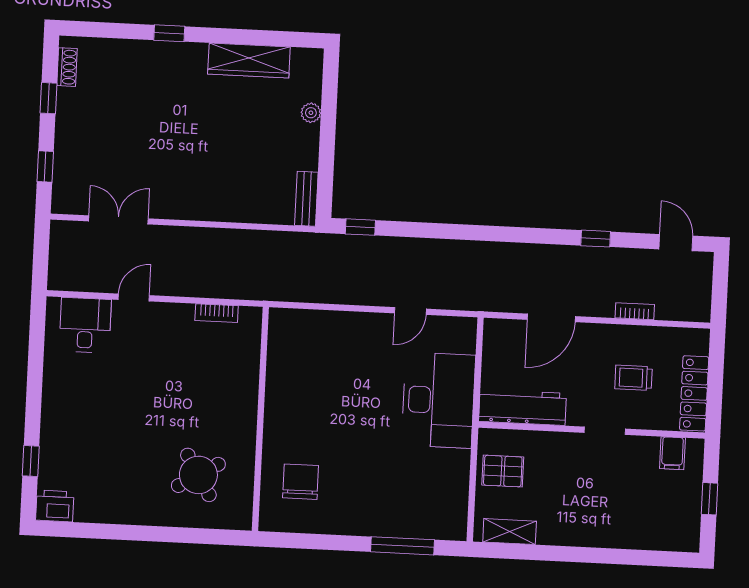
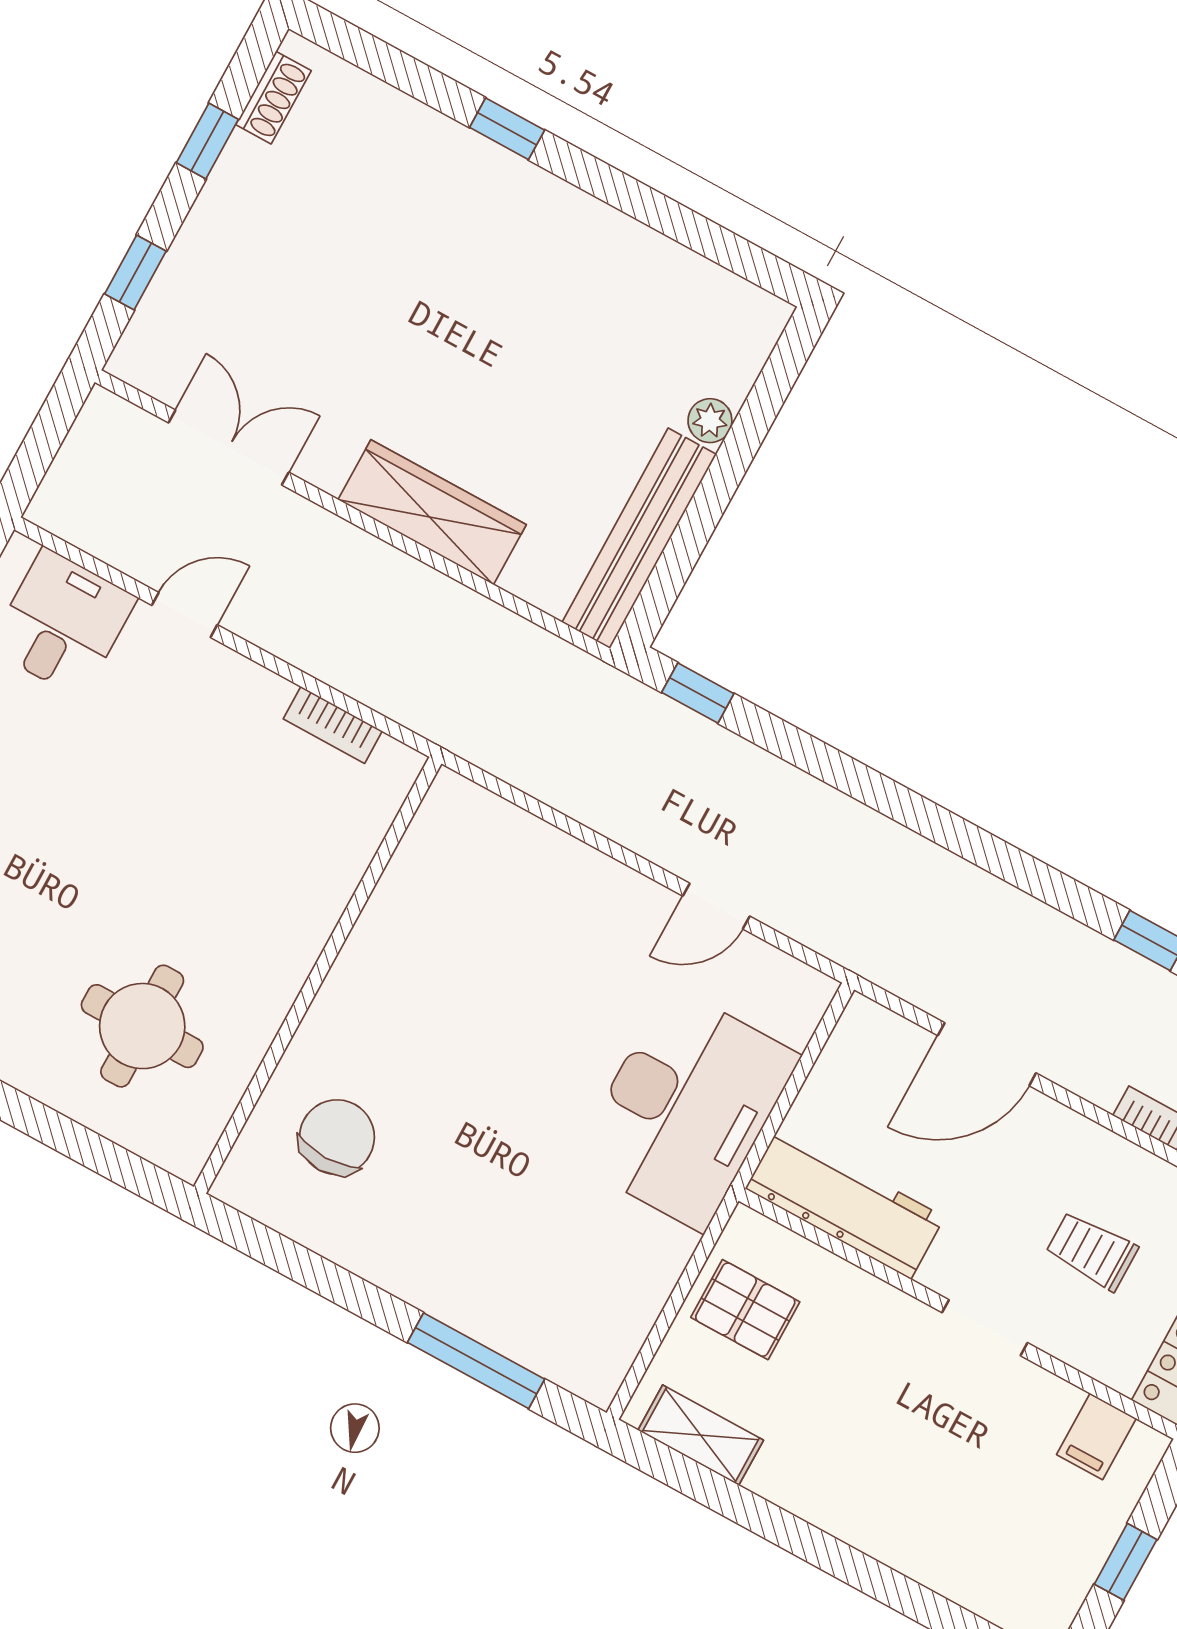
wardrobe: (249, 61) -> (432, 512), moved, turned 180
bench: (306, 199) -> (639, 538), width x1.86, depth x1.21
round table: (198, 475) -> (142, 1026), turned 31

